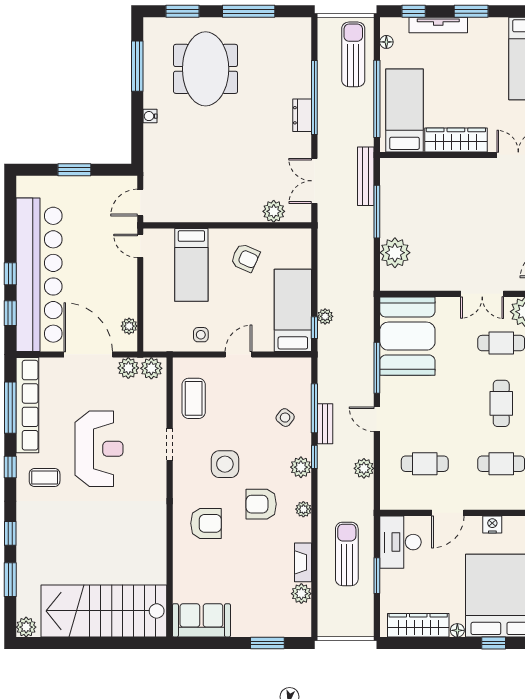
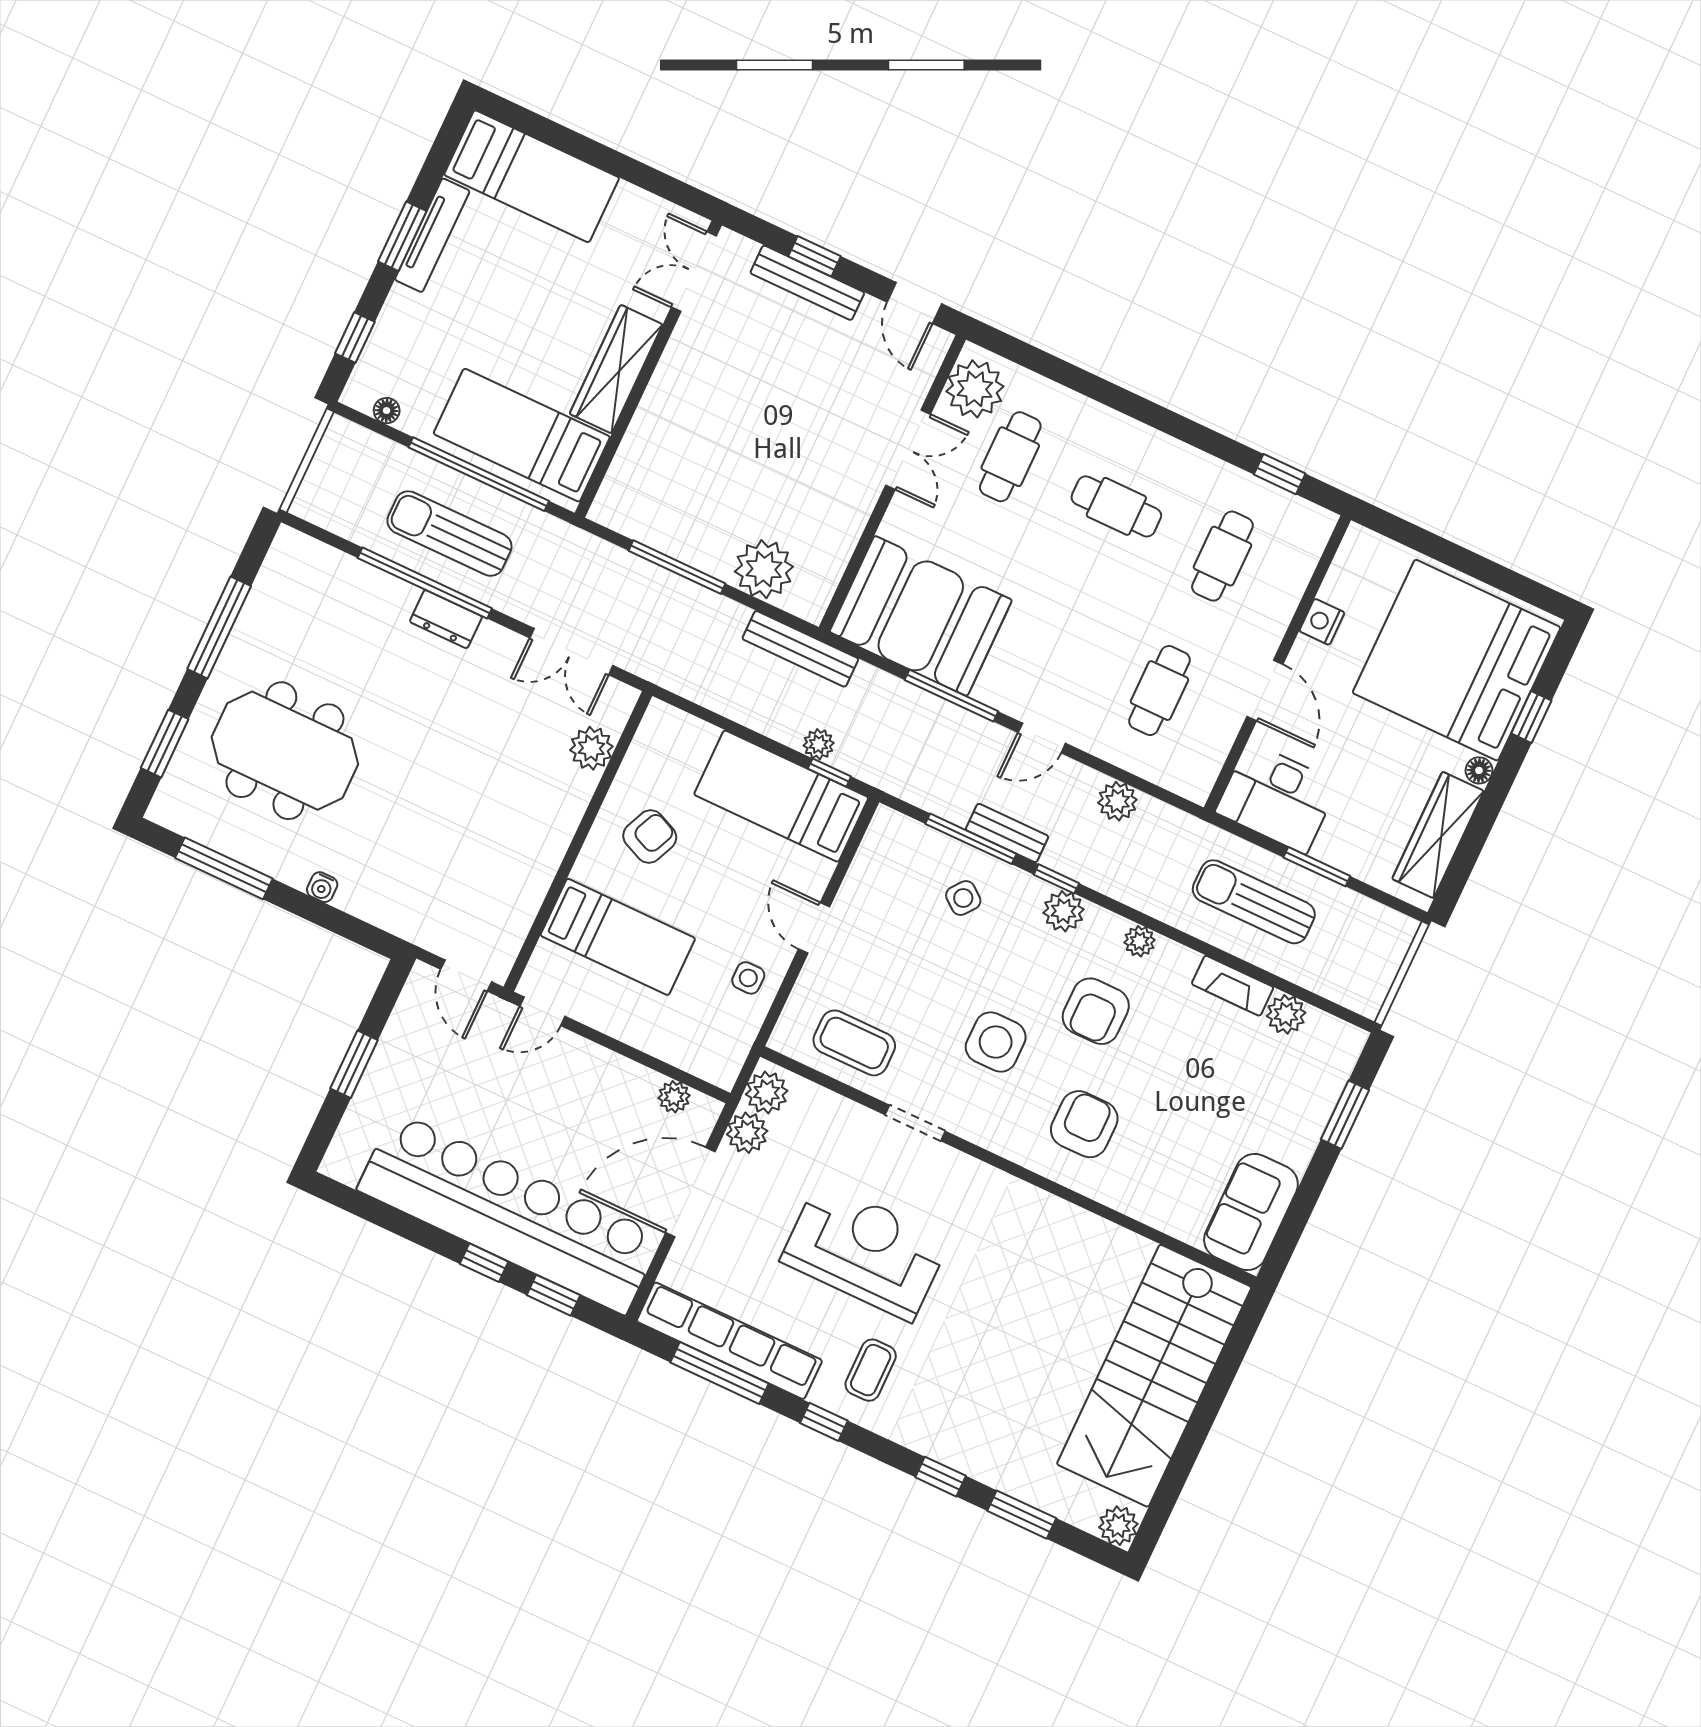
tv unit: (438, 25) -> (432, 235), moved
sun lounger: (353, 54) -> (449, 534), moved
bench: (366, 176) -> (800, 649), moved

